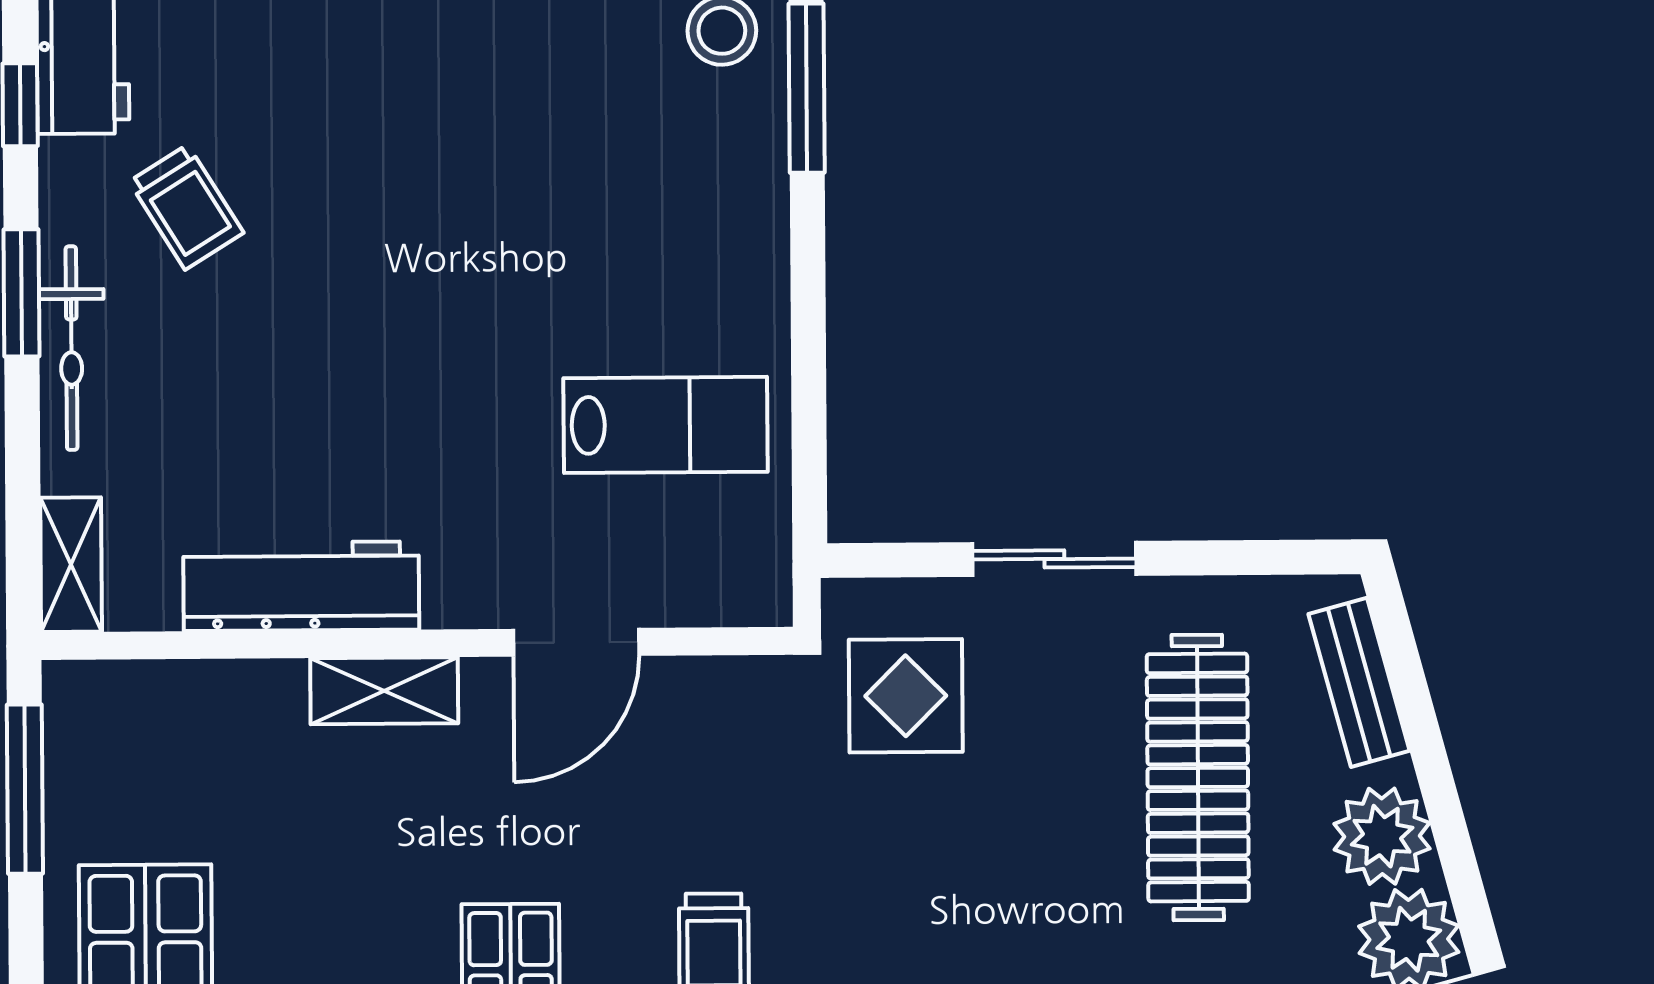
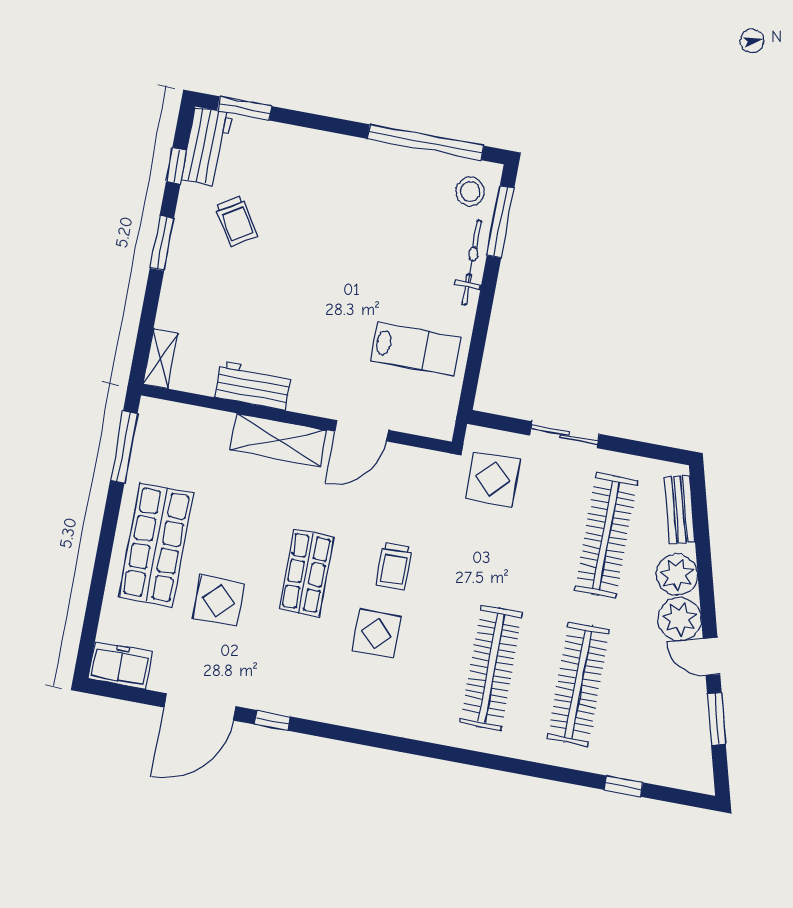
bicycle: (72, 348) -> (472, 262), moved, turned 180
workbench: (301, 586) -> (253, 386), width x0.73
shelving: (384, 691) -> (278, 440), width x1.50, depth x1.33

